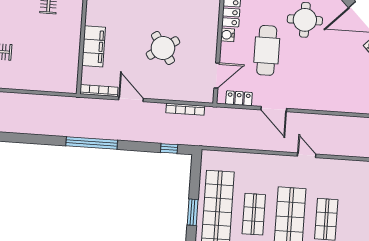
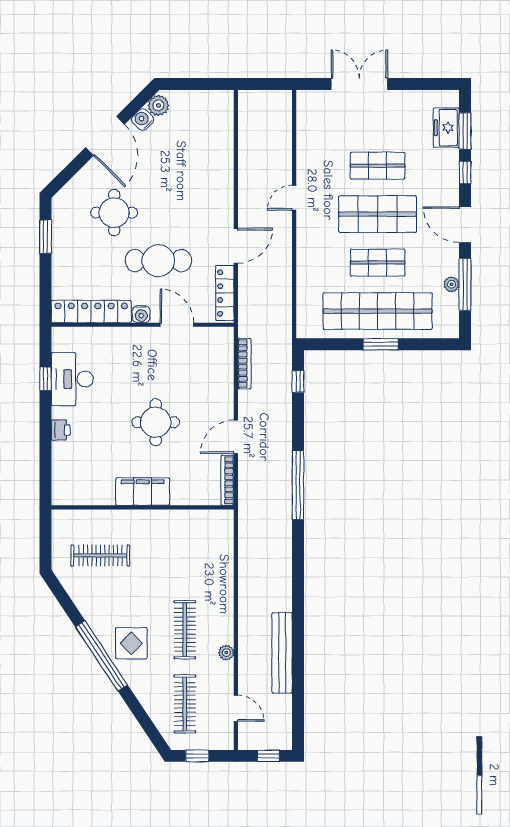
filing cabinet: (94, 46) -> (143, 492), moved
round table: (163, 48) -> (156, 422), moved, turned 33
door: (217, 75) -> (177, 325), moved
locker: (239, 98) -> (225, 293), width x1.53

